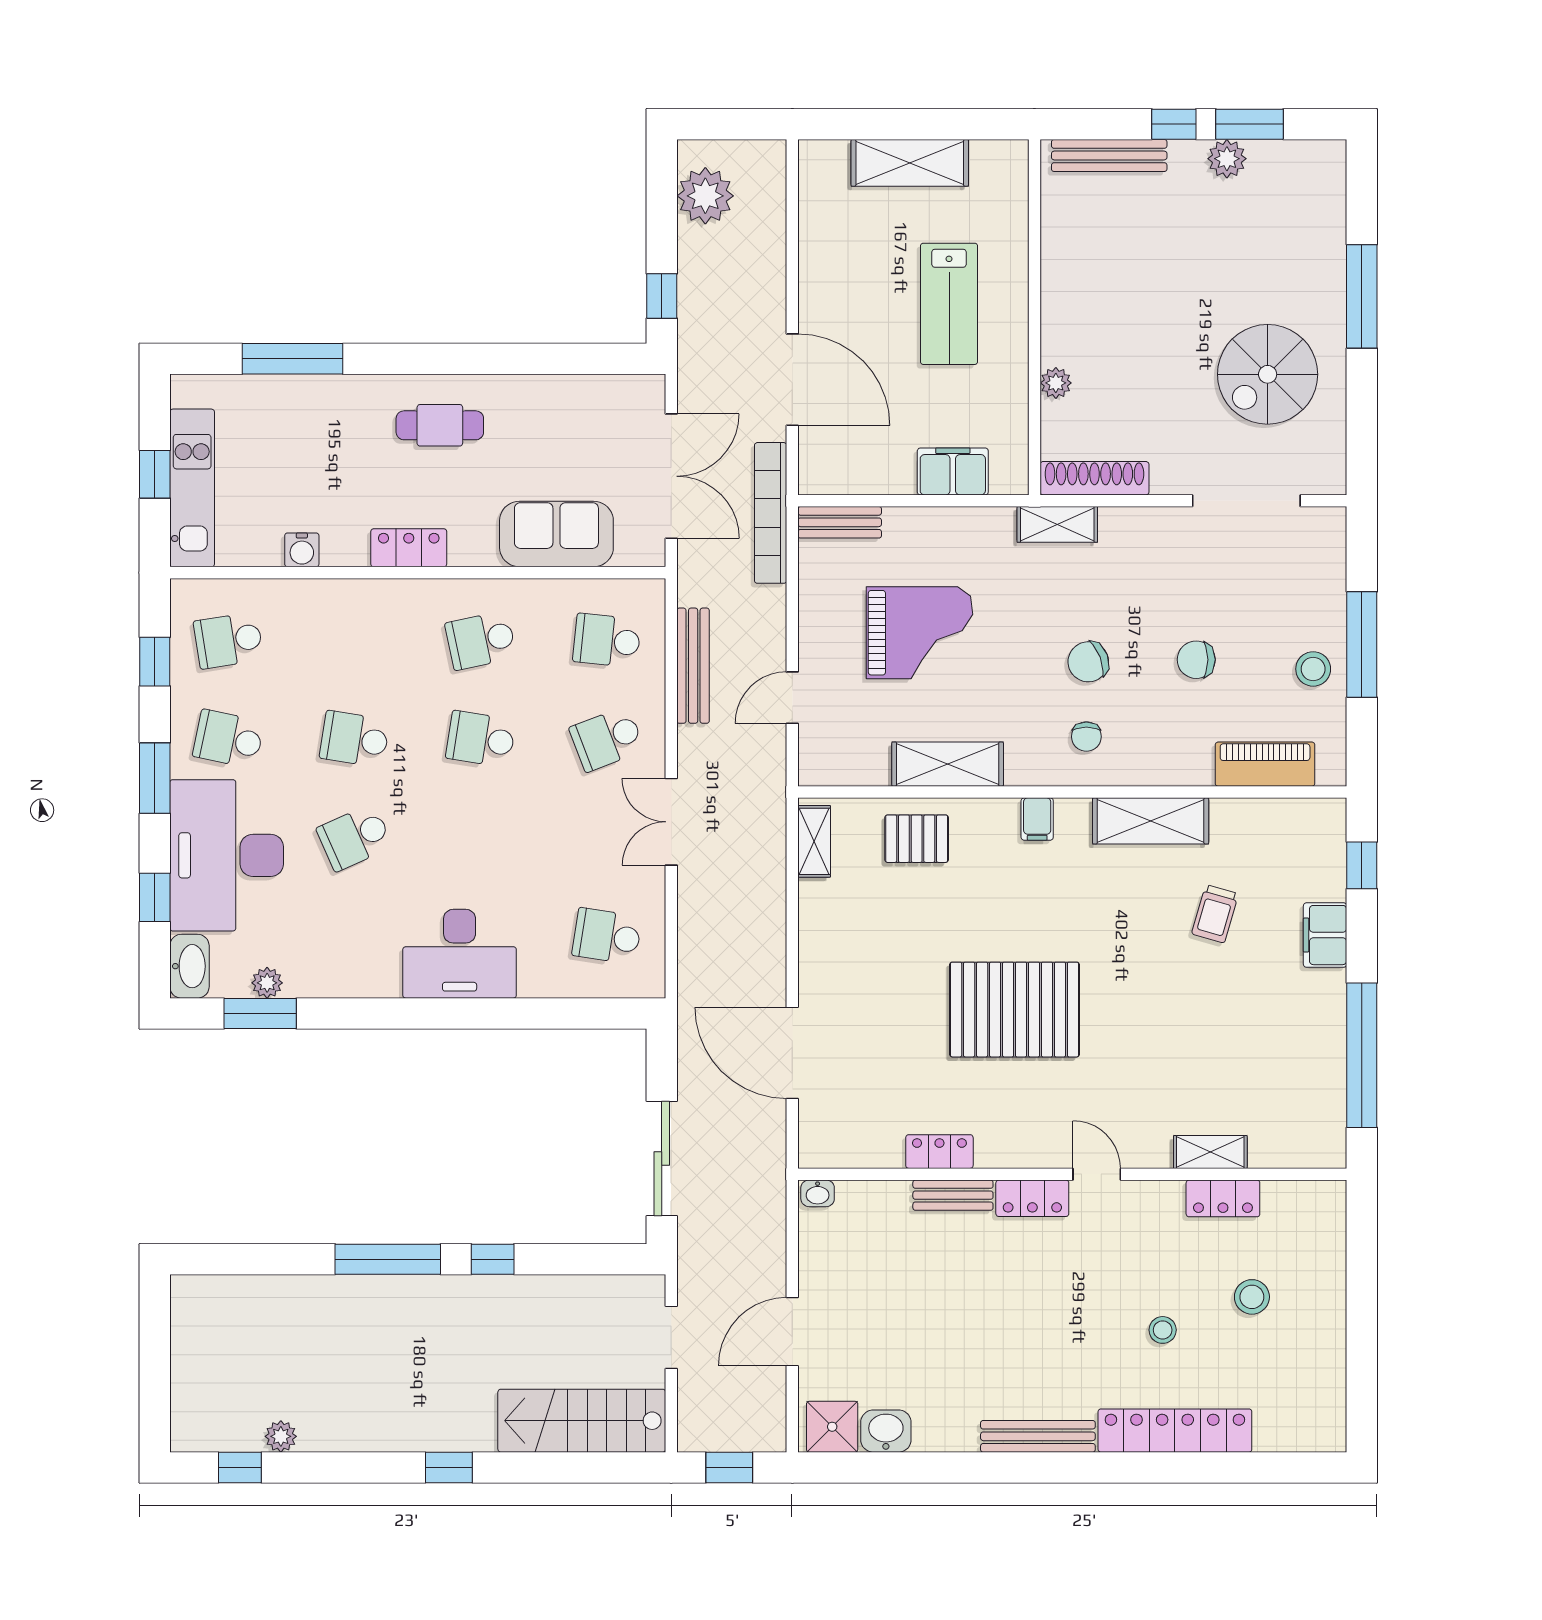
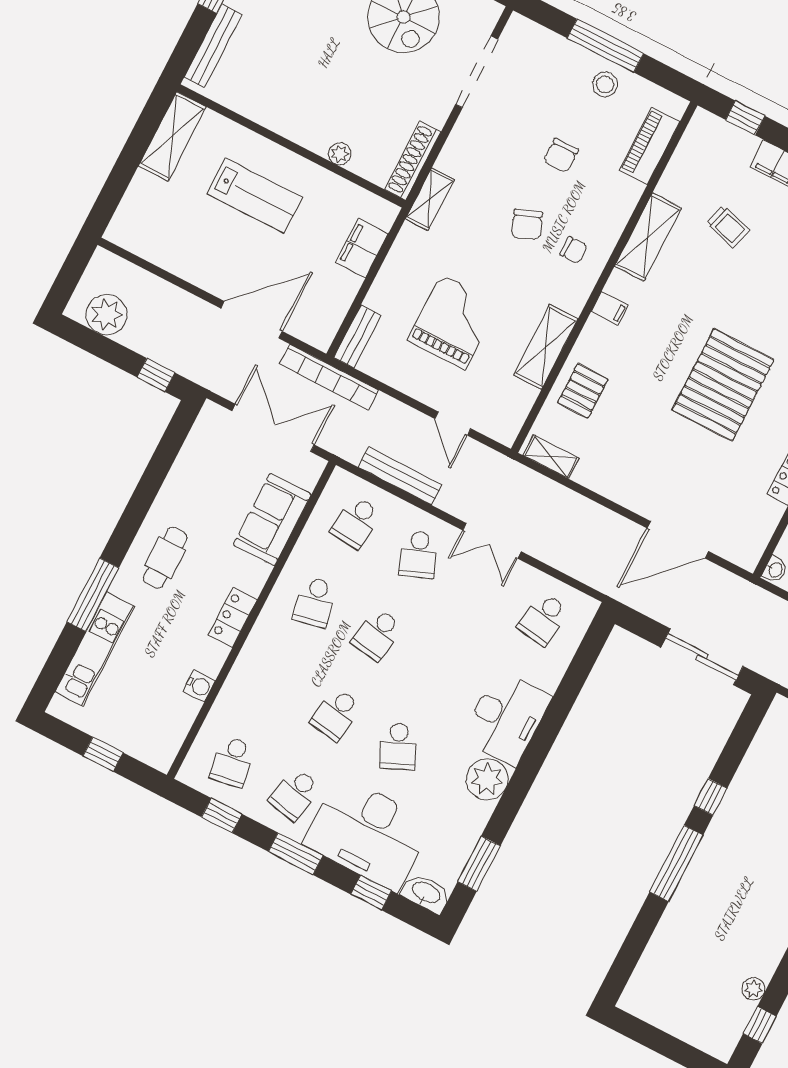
shelving: (910, 163) -> (172, 136), moved
window: (293, 359) -> (93, 595), moved
kitchen unit: (192, 488) -> (95, 649), moved, turned 90
plant: (267, 983) -> (487, 779), moved, width x1.87, depth x1.87

